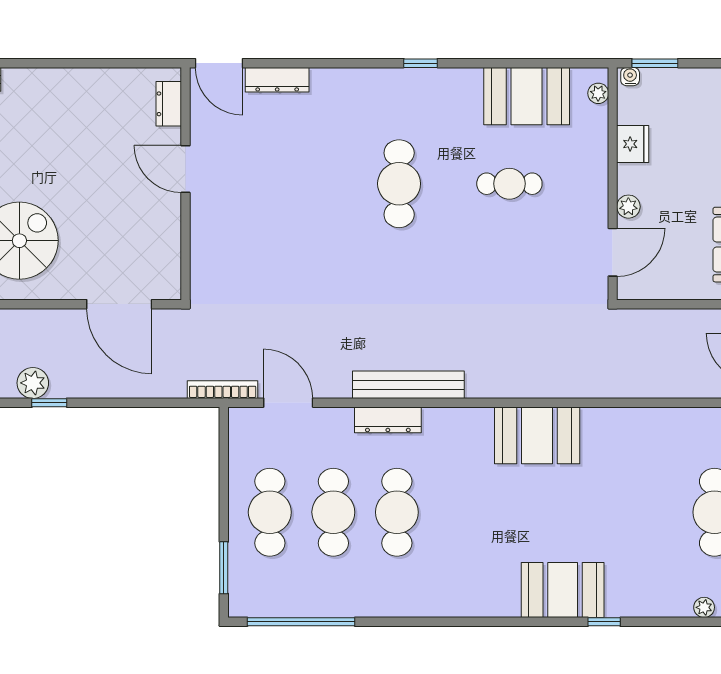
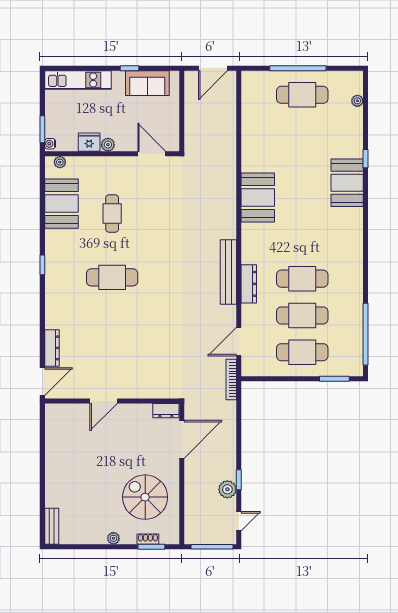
dresser: (169, 104) -> (166, 411), moved
plant: (628, 207) -> (108, 145), moved

